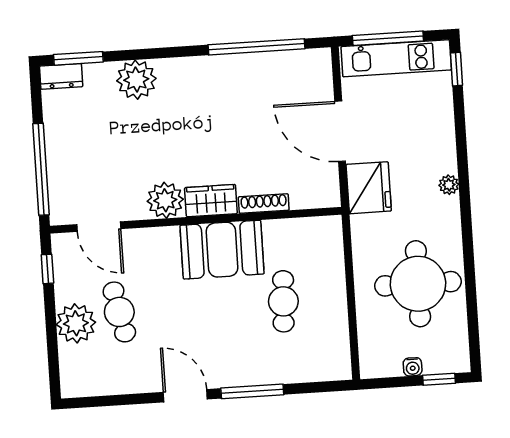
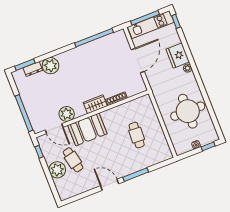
dresser: (61, 76) -> (33, 69), moved
door: (340, 131) -> (138, 61), swing flipped
fridge: (369, 188) -> (178, 56), moved, turned 180
plant: (165, 200) -> (67, 114), moved
booth: (222, 250) -> (87, 129), moved

